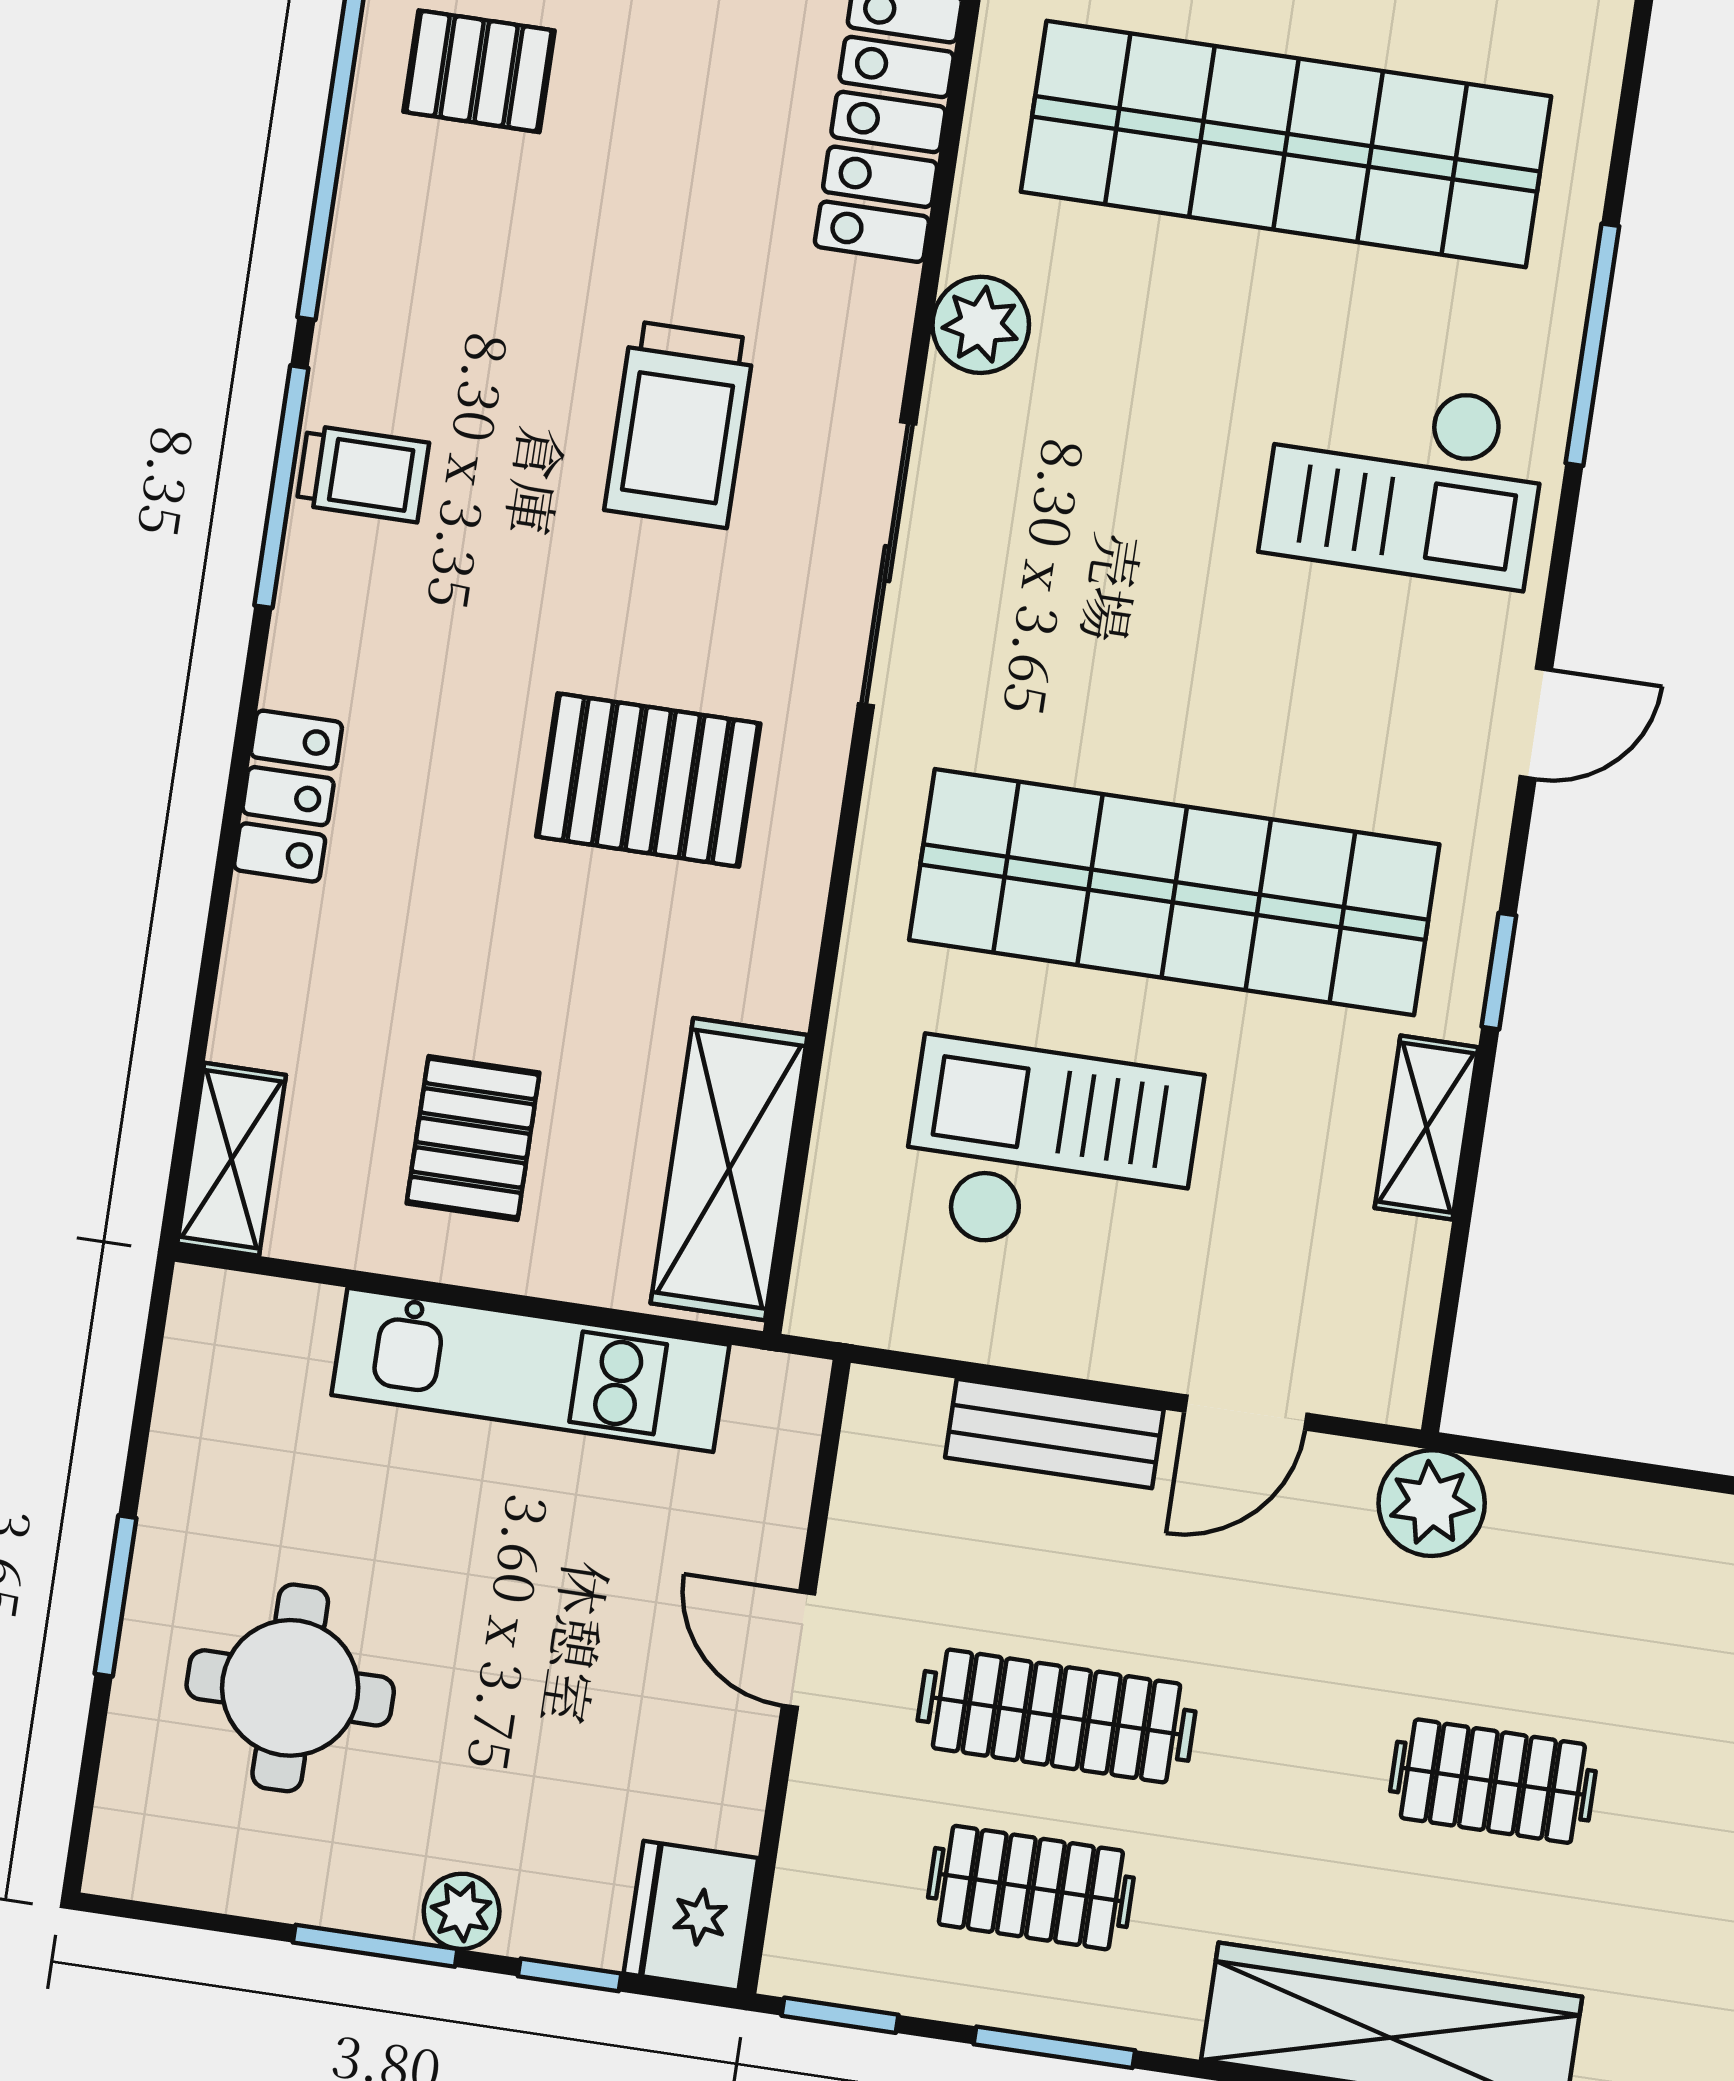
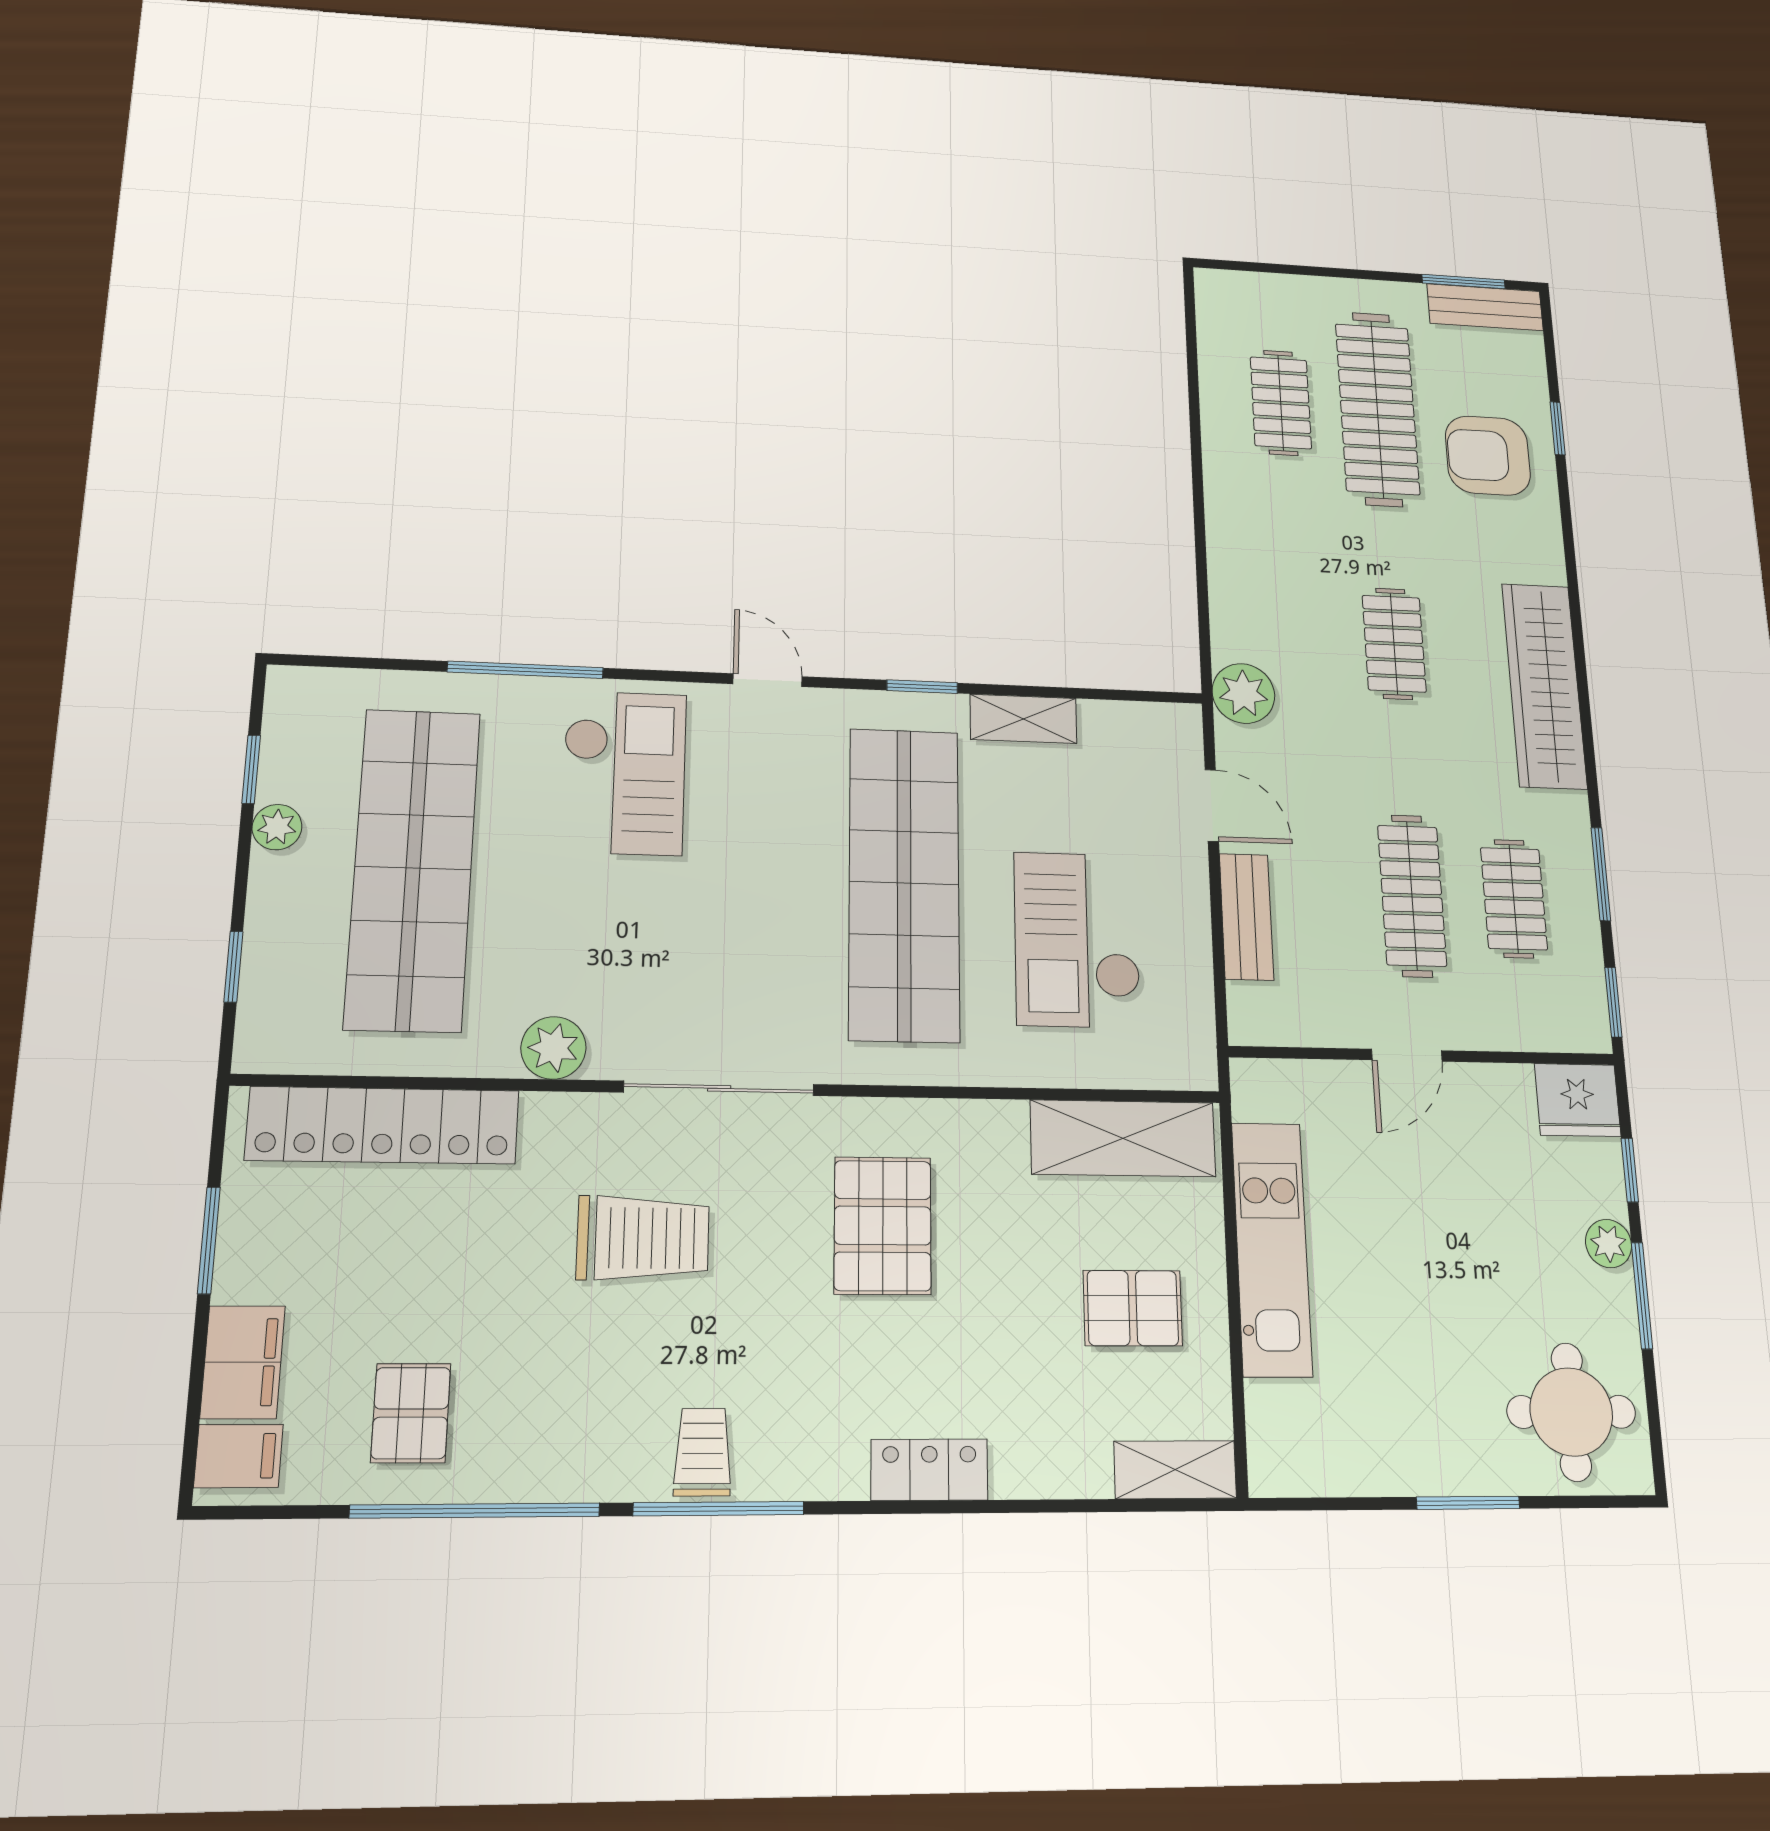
round table: (290, 1688) -> (1571, 1412), moved

